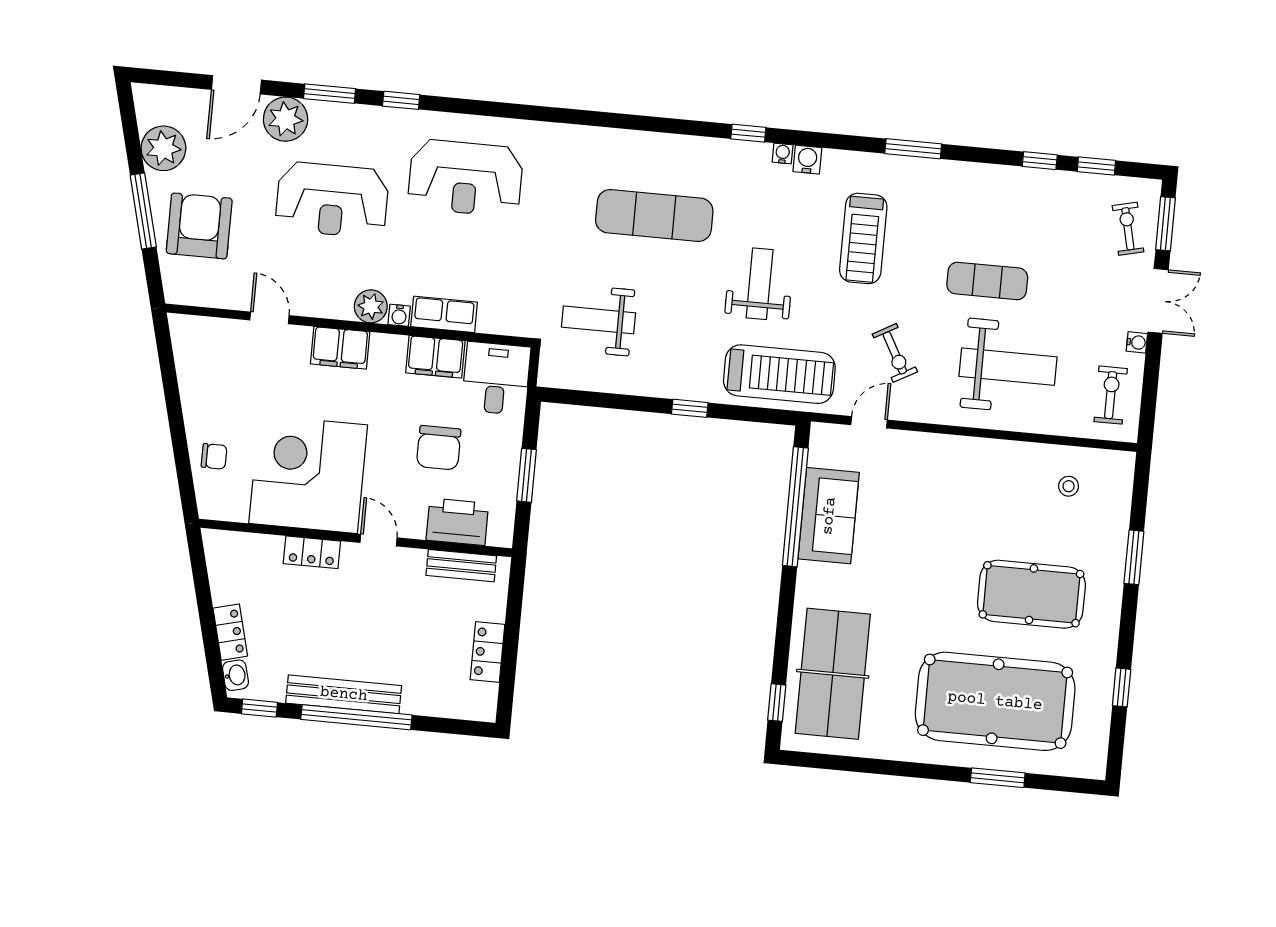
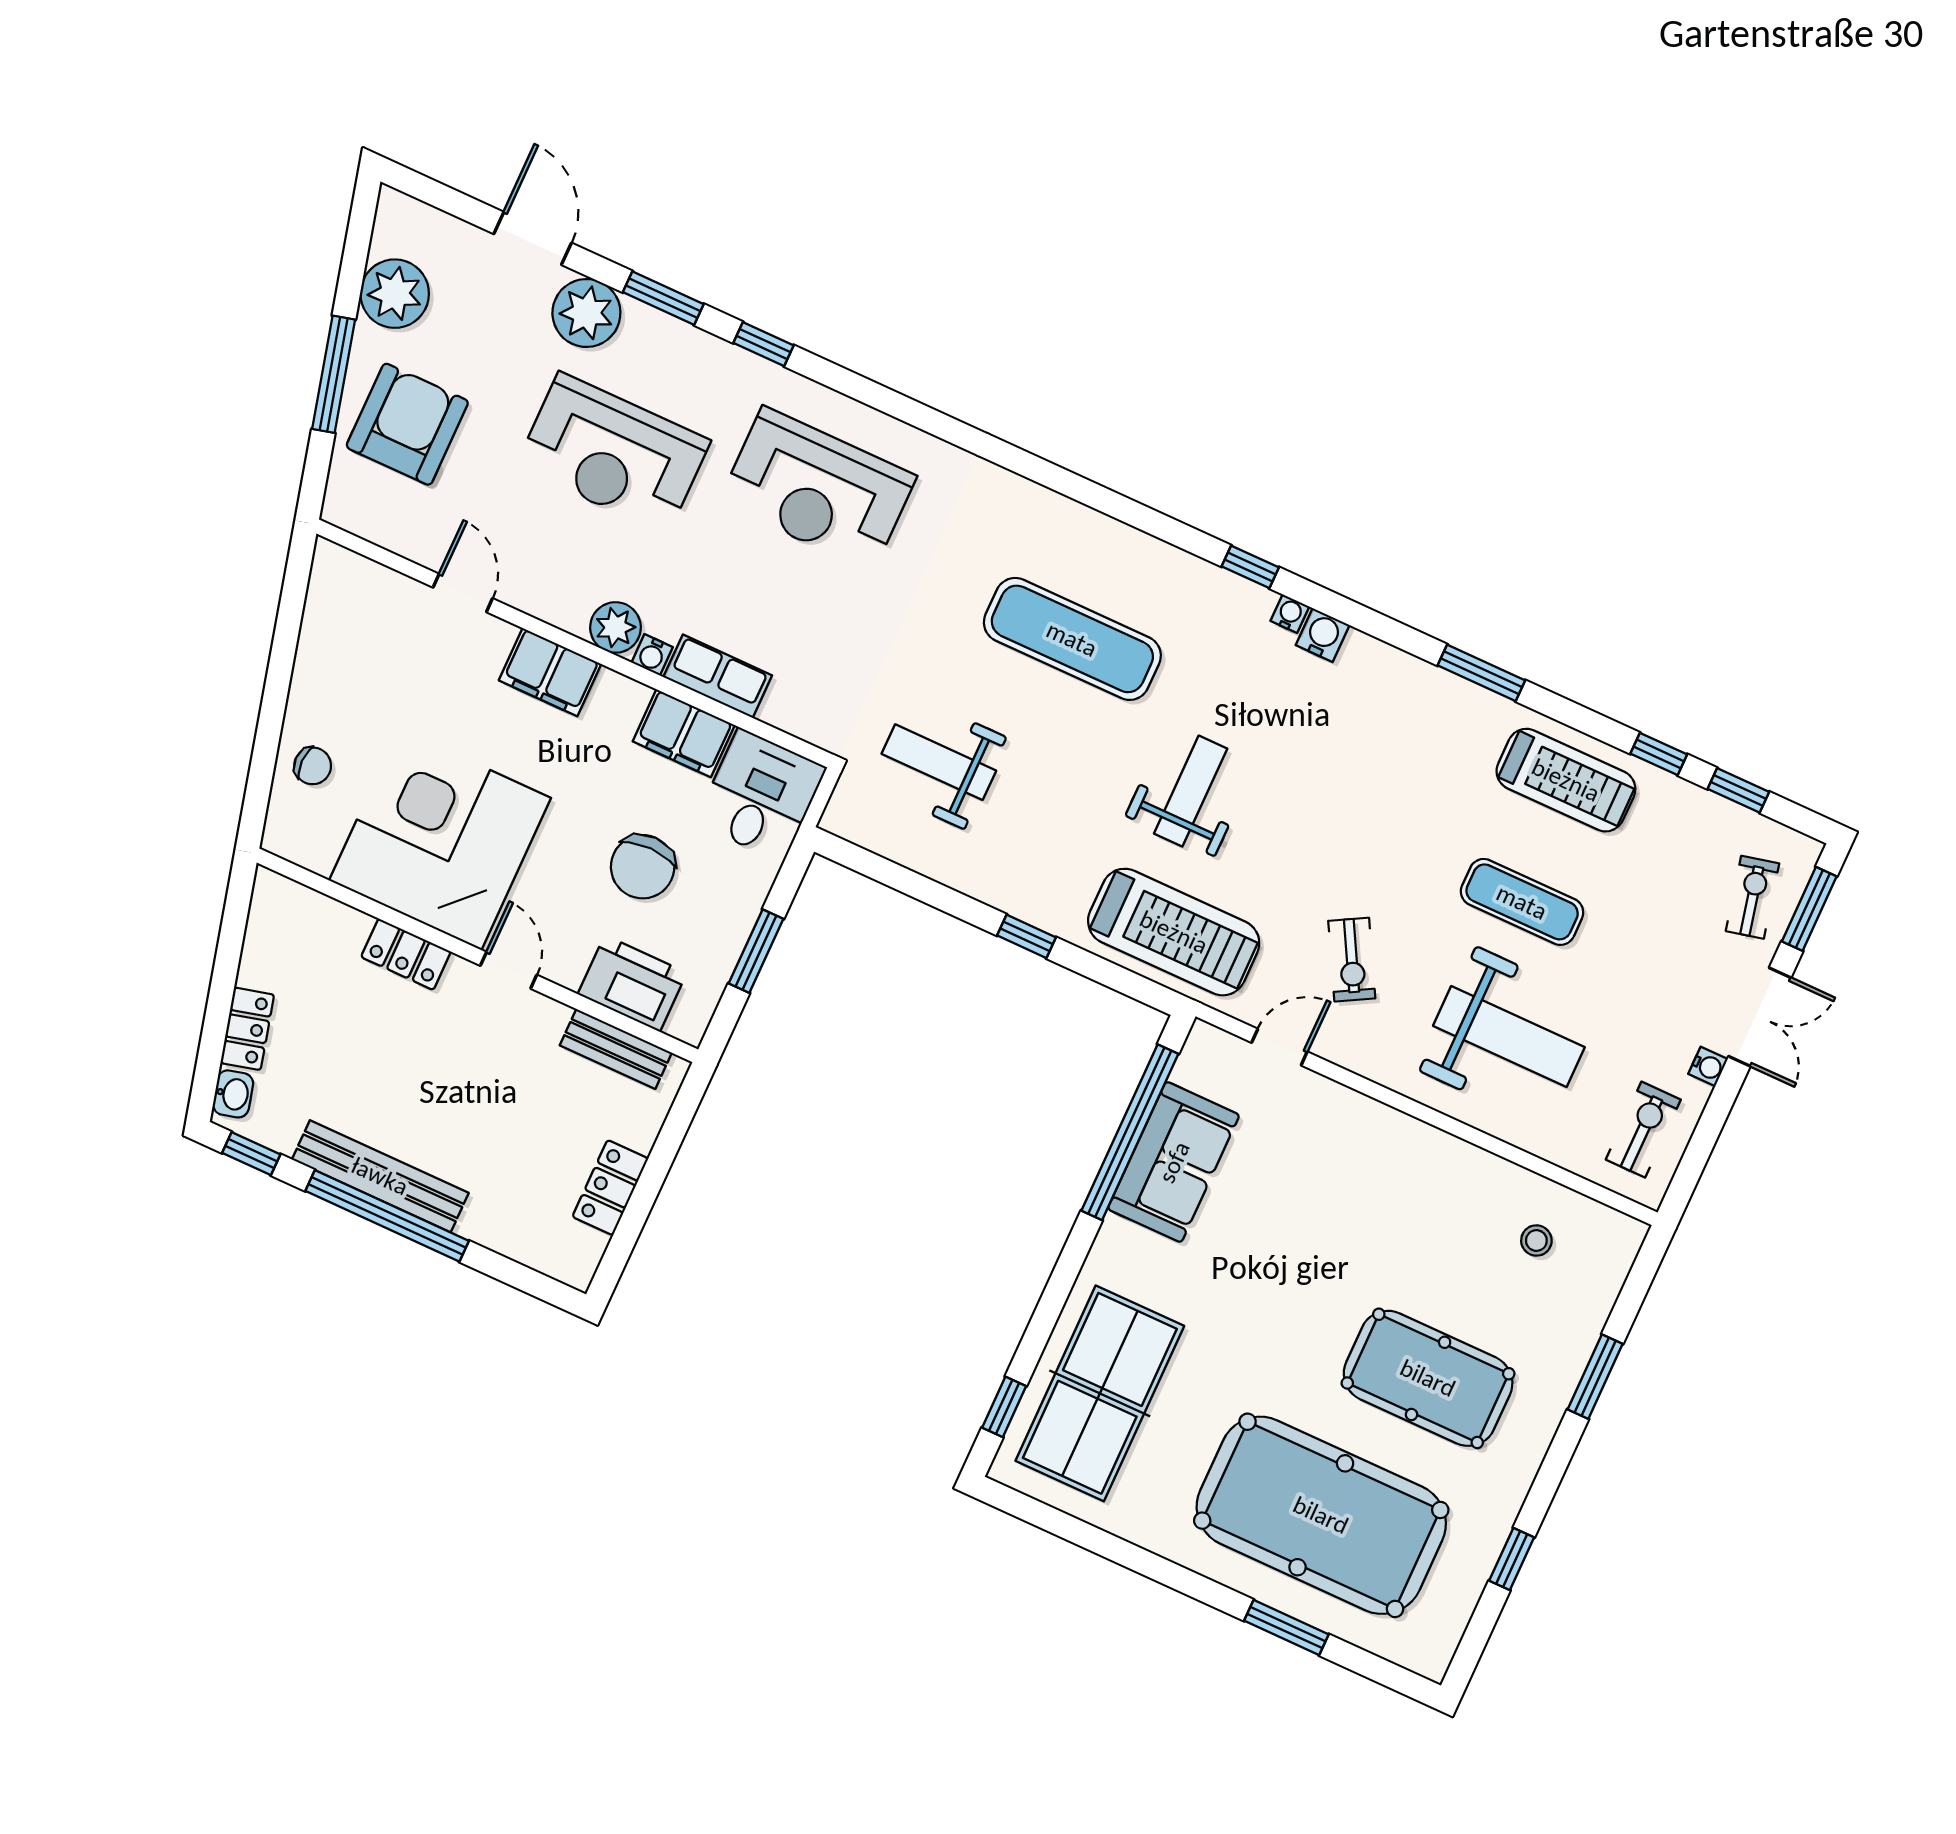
door: (236, 85) -> (533, 238), swing flipped
treadmill: (863, 238) -> (1566, 780), moved, turned -90

